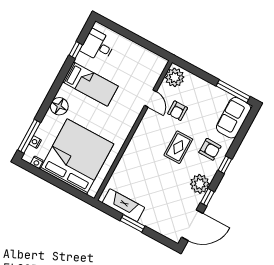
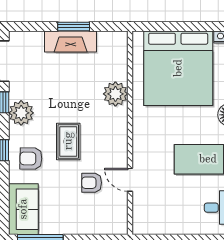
plant: (175, 77) -> (115, 94), moved
armchair: (178, 111) -> (92, 183), turned -90
fireplace: (123, 205) -> (71, 42), moved

